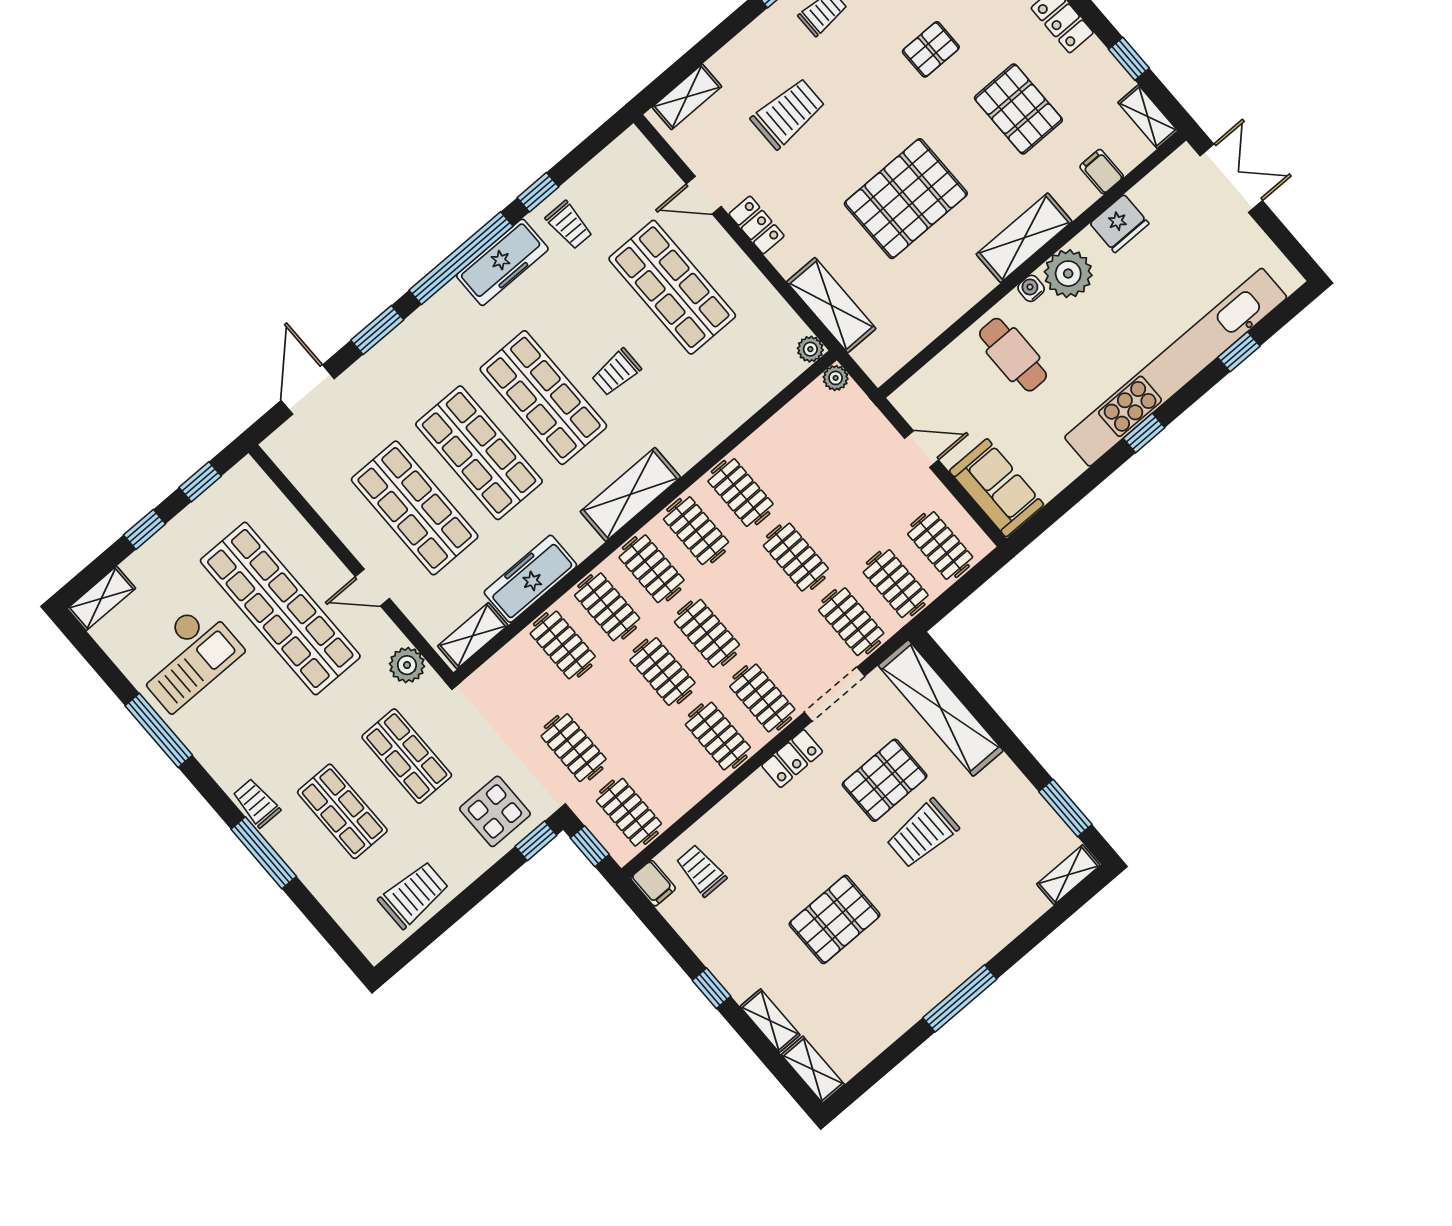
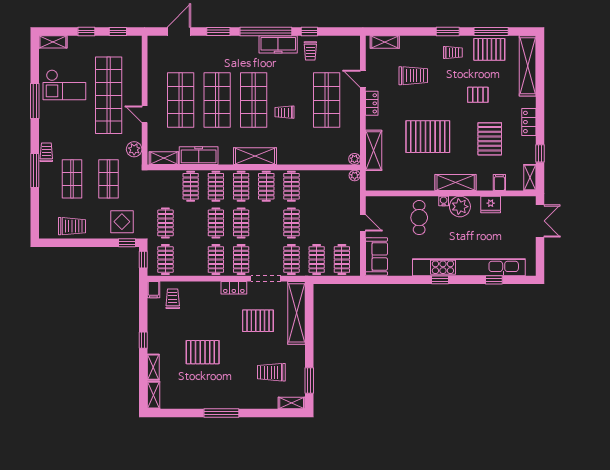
trolley: (922, 834) -> (271, 372), moved

